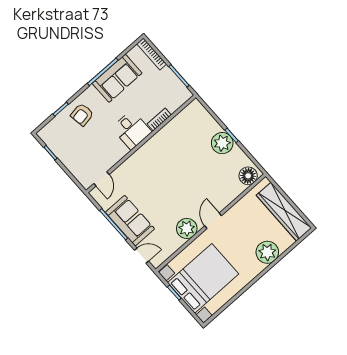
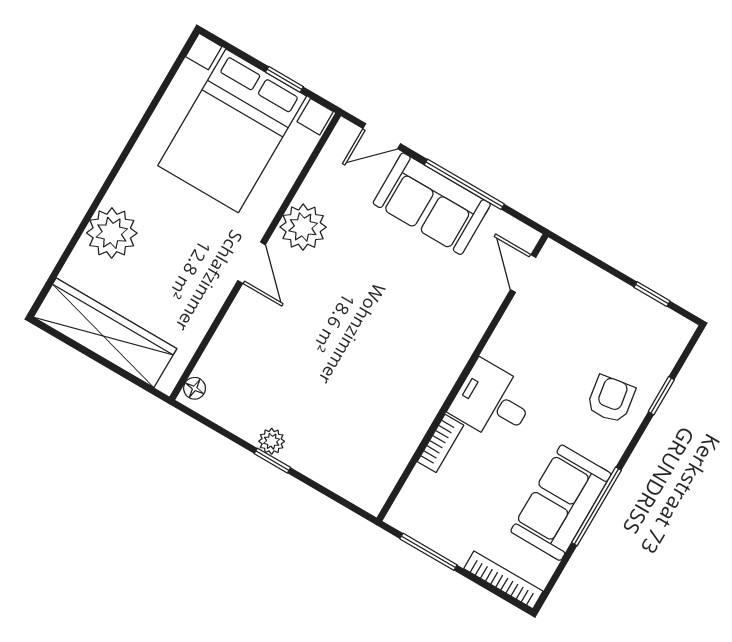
plant: (222, 143) -> (272, 441), width x0.53, depth x0.53
floor lamp: (248, 176) -> (195, 388), width x0.53, depth x0.53

